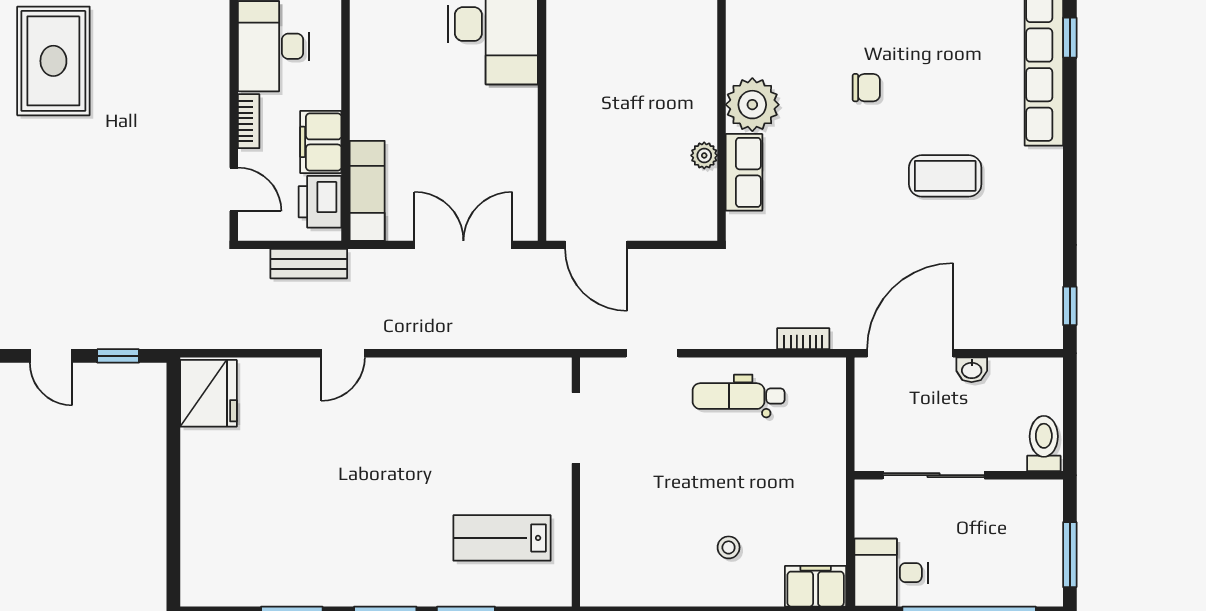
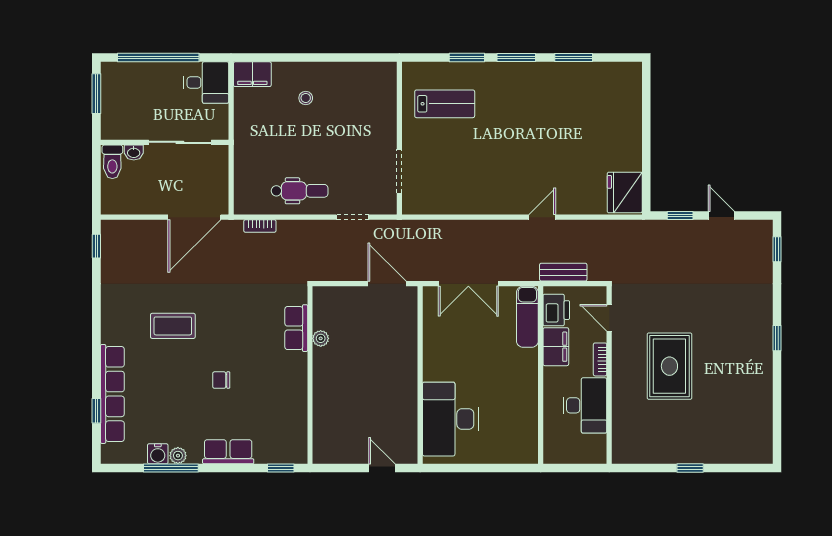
rug: (53, 61) -> (669, 366), moved
plant: (752, 105) -> (291, 370), removed
washbasin: (972, 370) -> (134, 152), moved, turned 180

